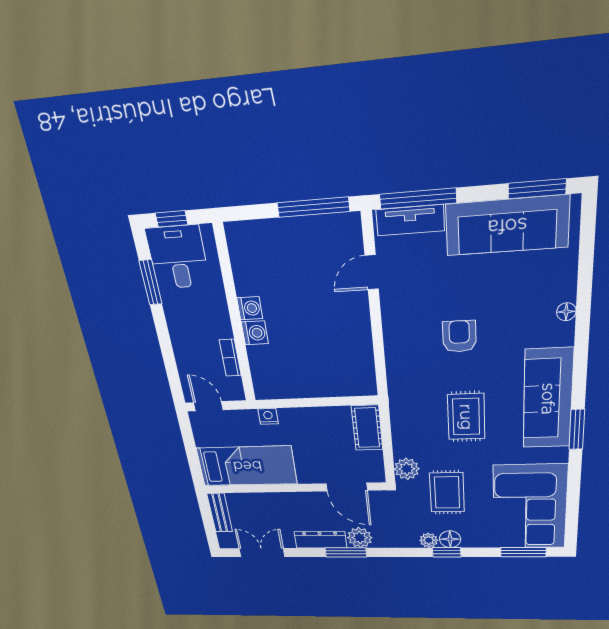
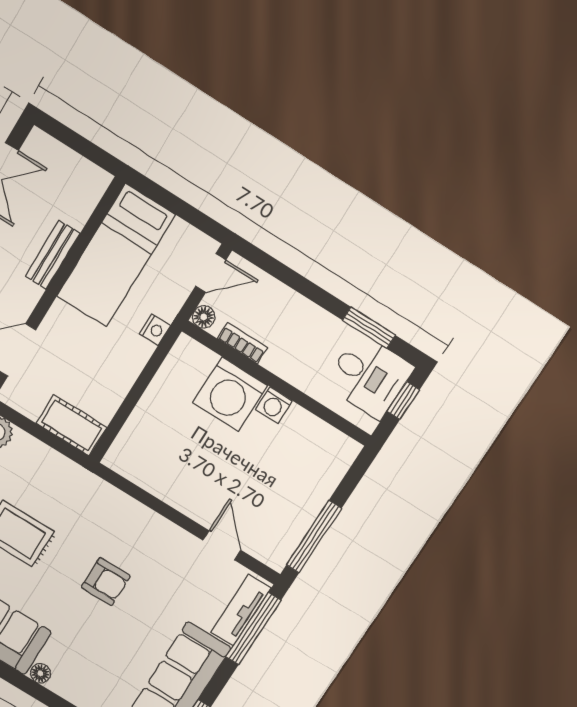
floor lamp: (566, 312) -> (40, 673), moved
washing machine: (255, 333) -> (230, 394), width x1.89, depth x1.89
floor lamp: (236, 393) -> (204, 317), added
bench: (220, 513) -> (53, 255), moved, turned 90

